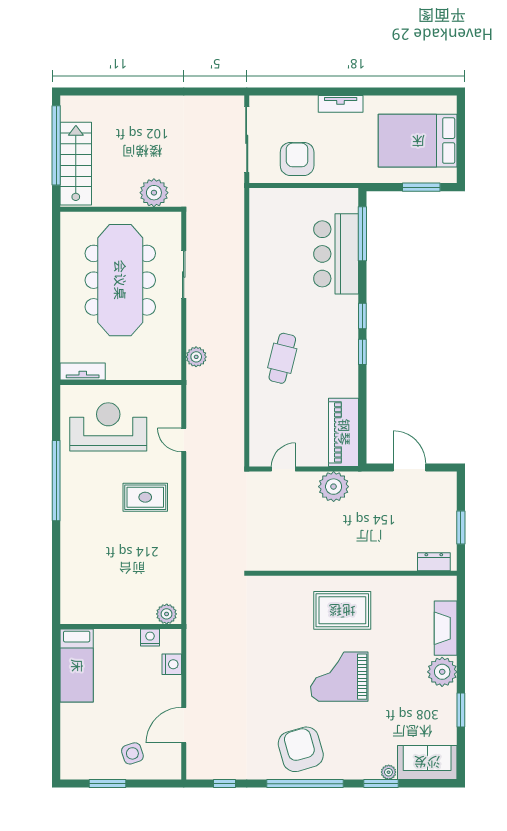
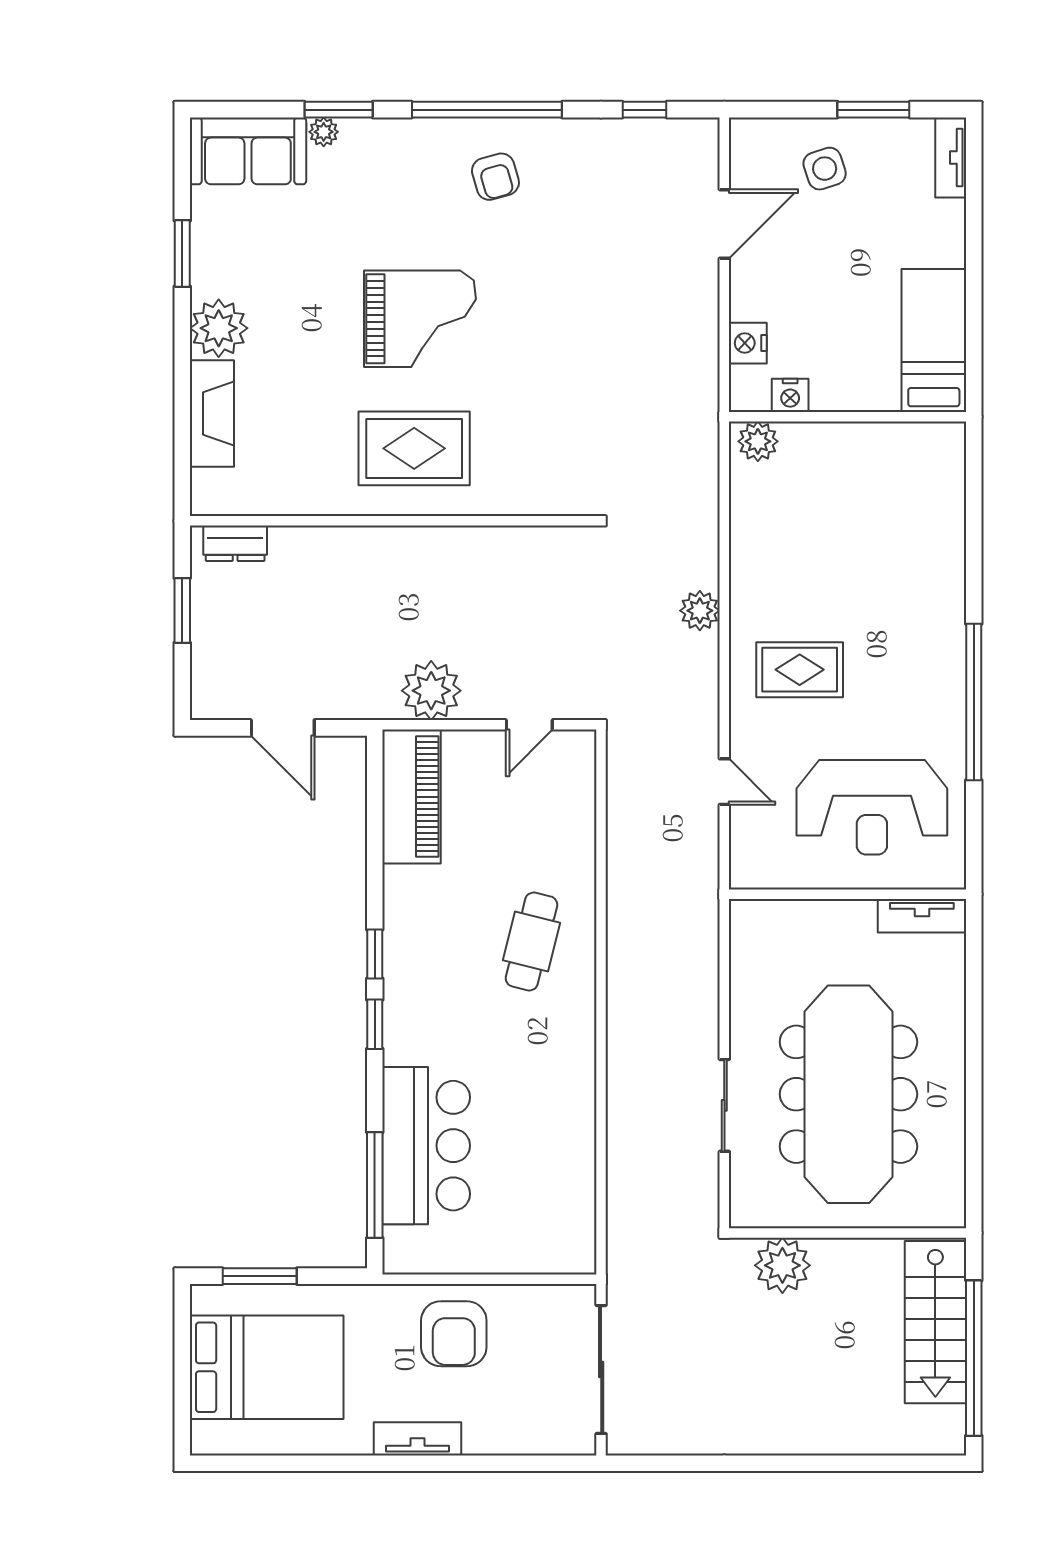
armchair: (297, 159) -> (454, 1334), moved
plant: (196, 357) -> (700, 611), moved
armchair: (301, 749) -> (495, 177), width x0.53, depth x0.53
tv unit: (68, 759) -> (951, 158), added

